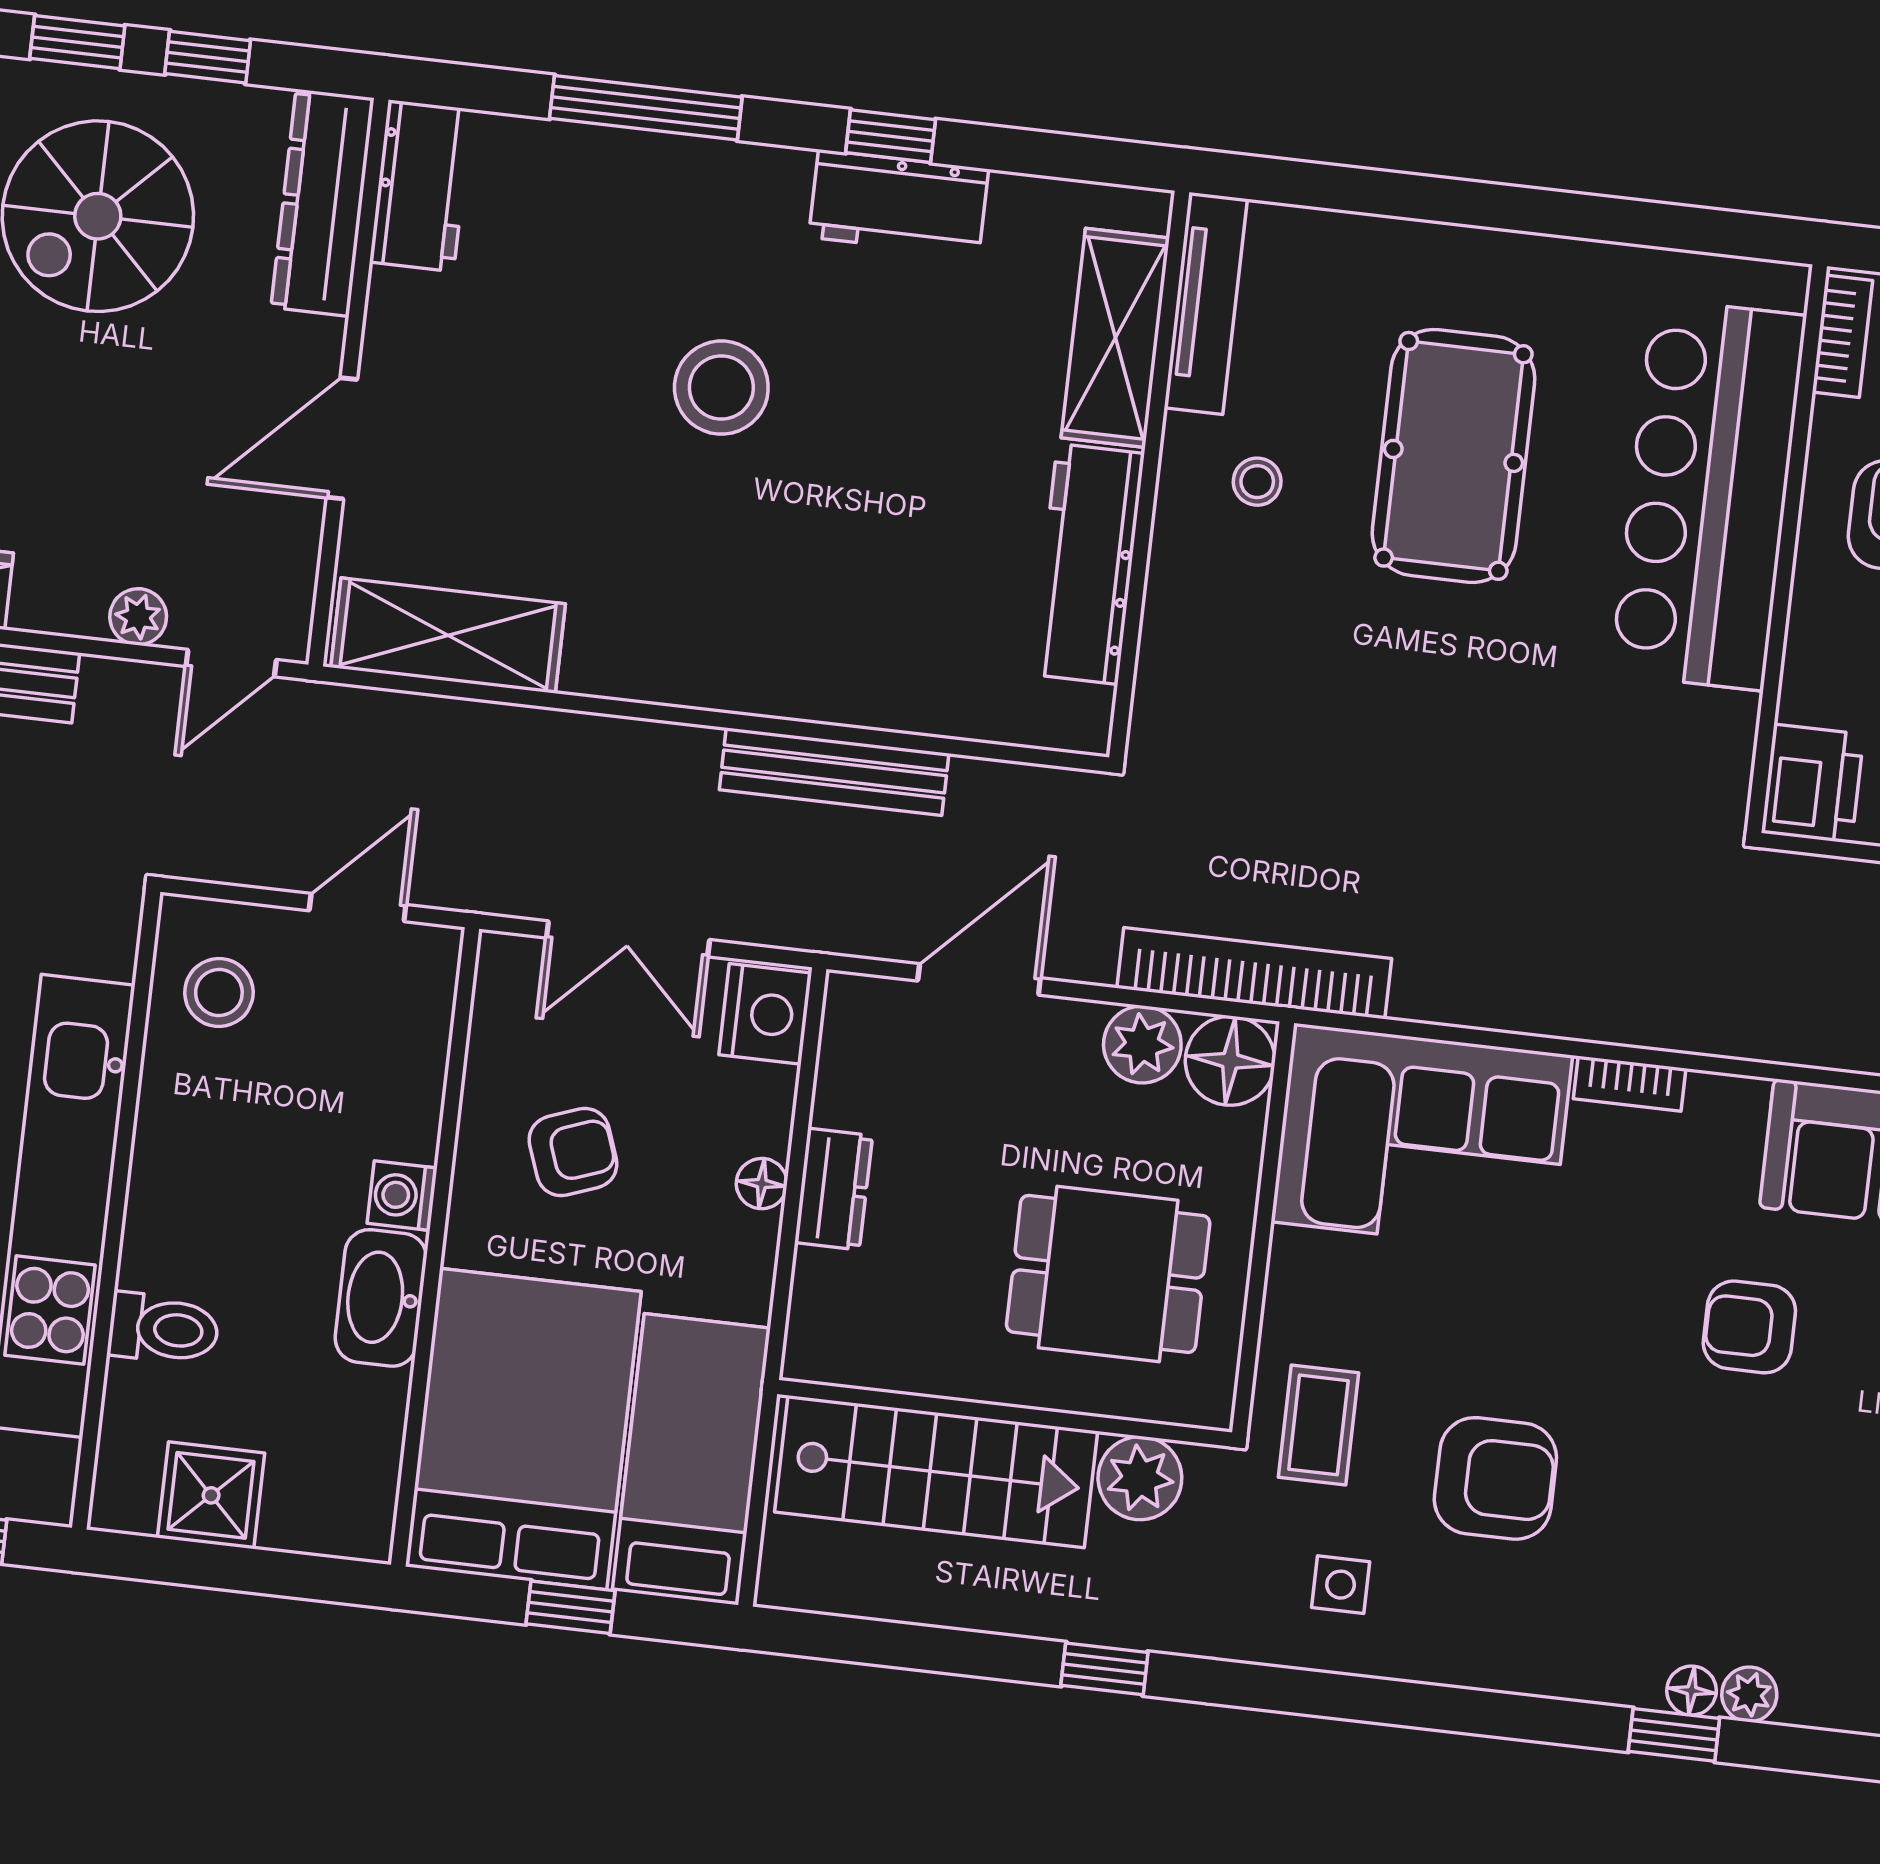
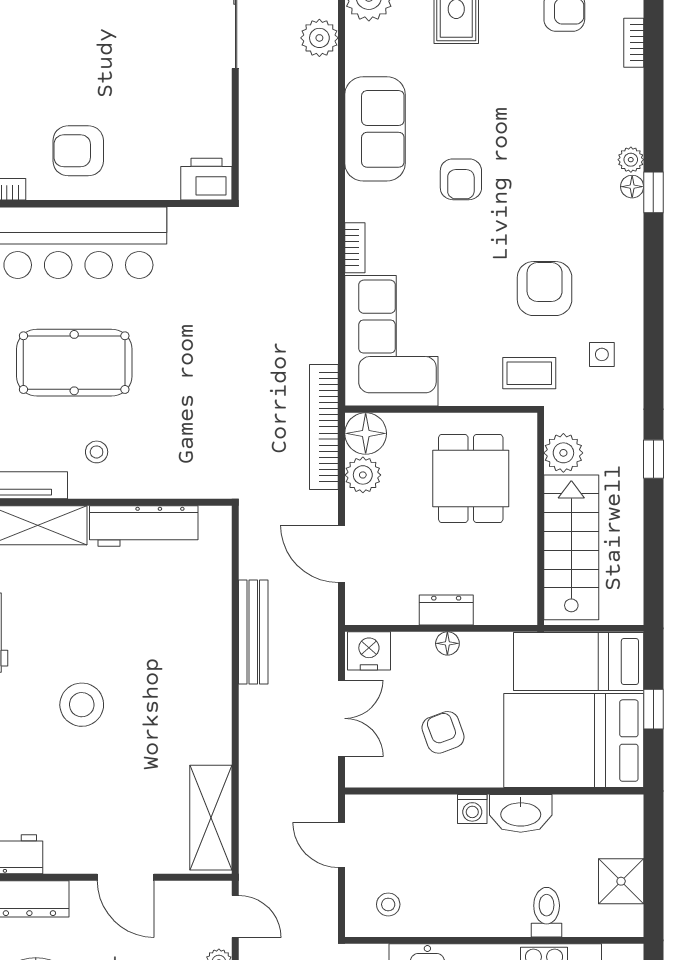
stool: (219, 992) -> (388, 904), width x0.73, depth x0.73

